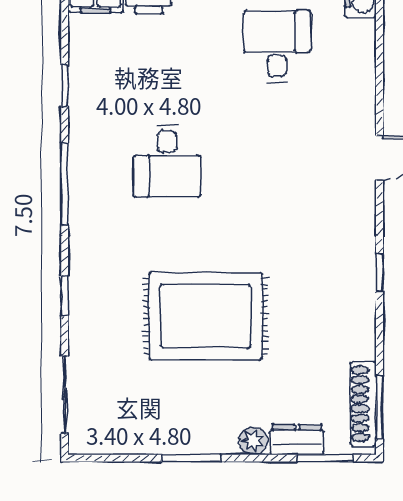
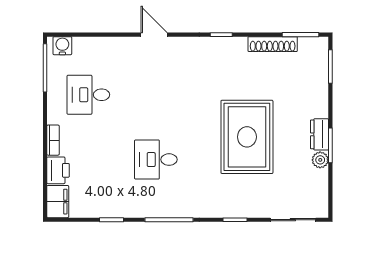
desk: (167, 161) -> (156, 160), turned 180
shoe rack: (363, 404) -> (273, 44), moved
dresser: (297, 440) -> (320, 134), moved
plant: (253, 441) -> (320, 160), moved

